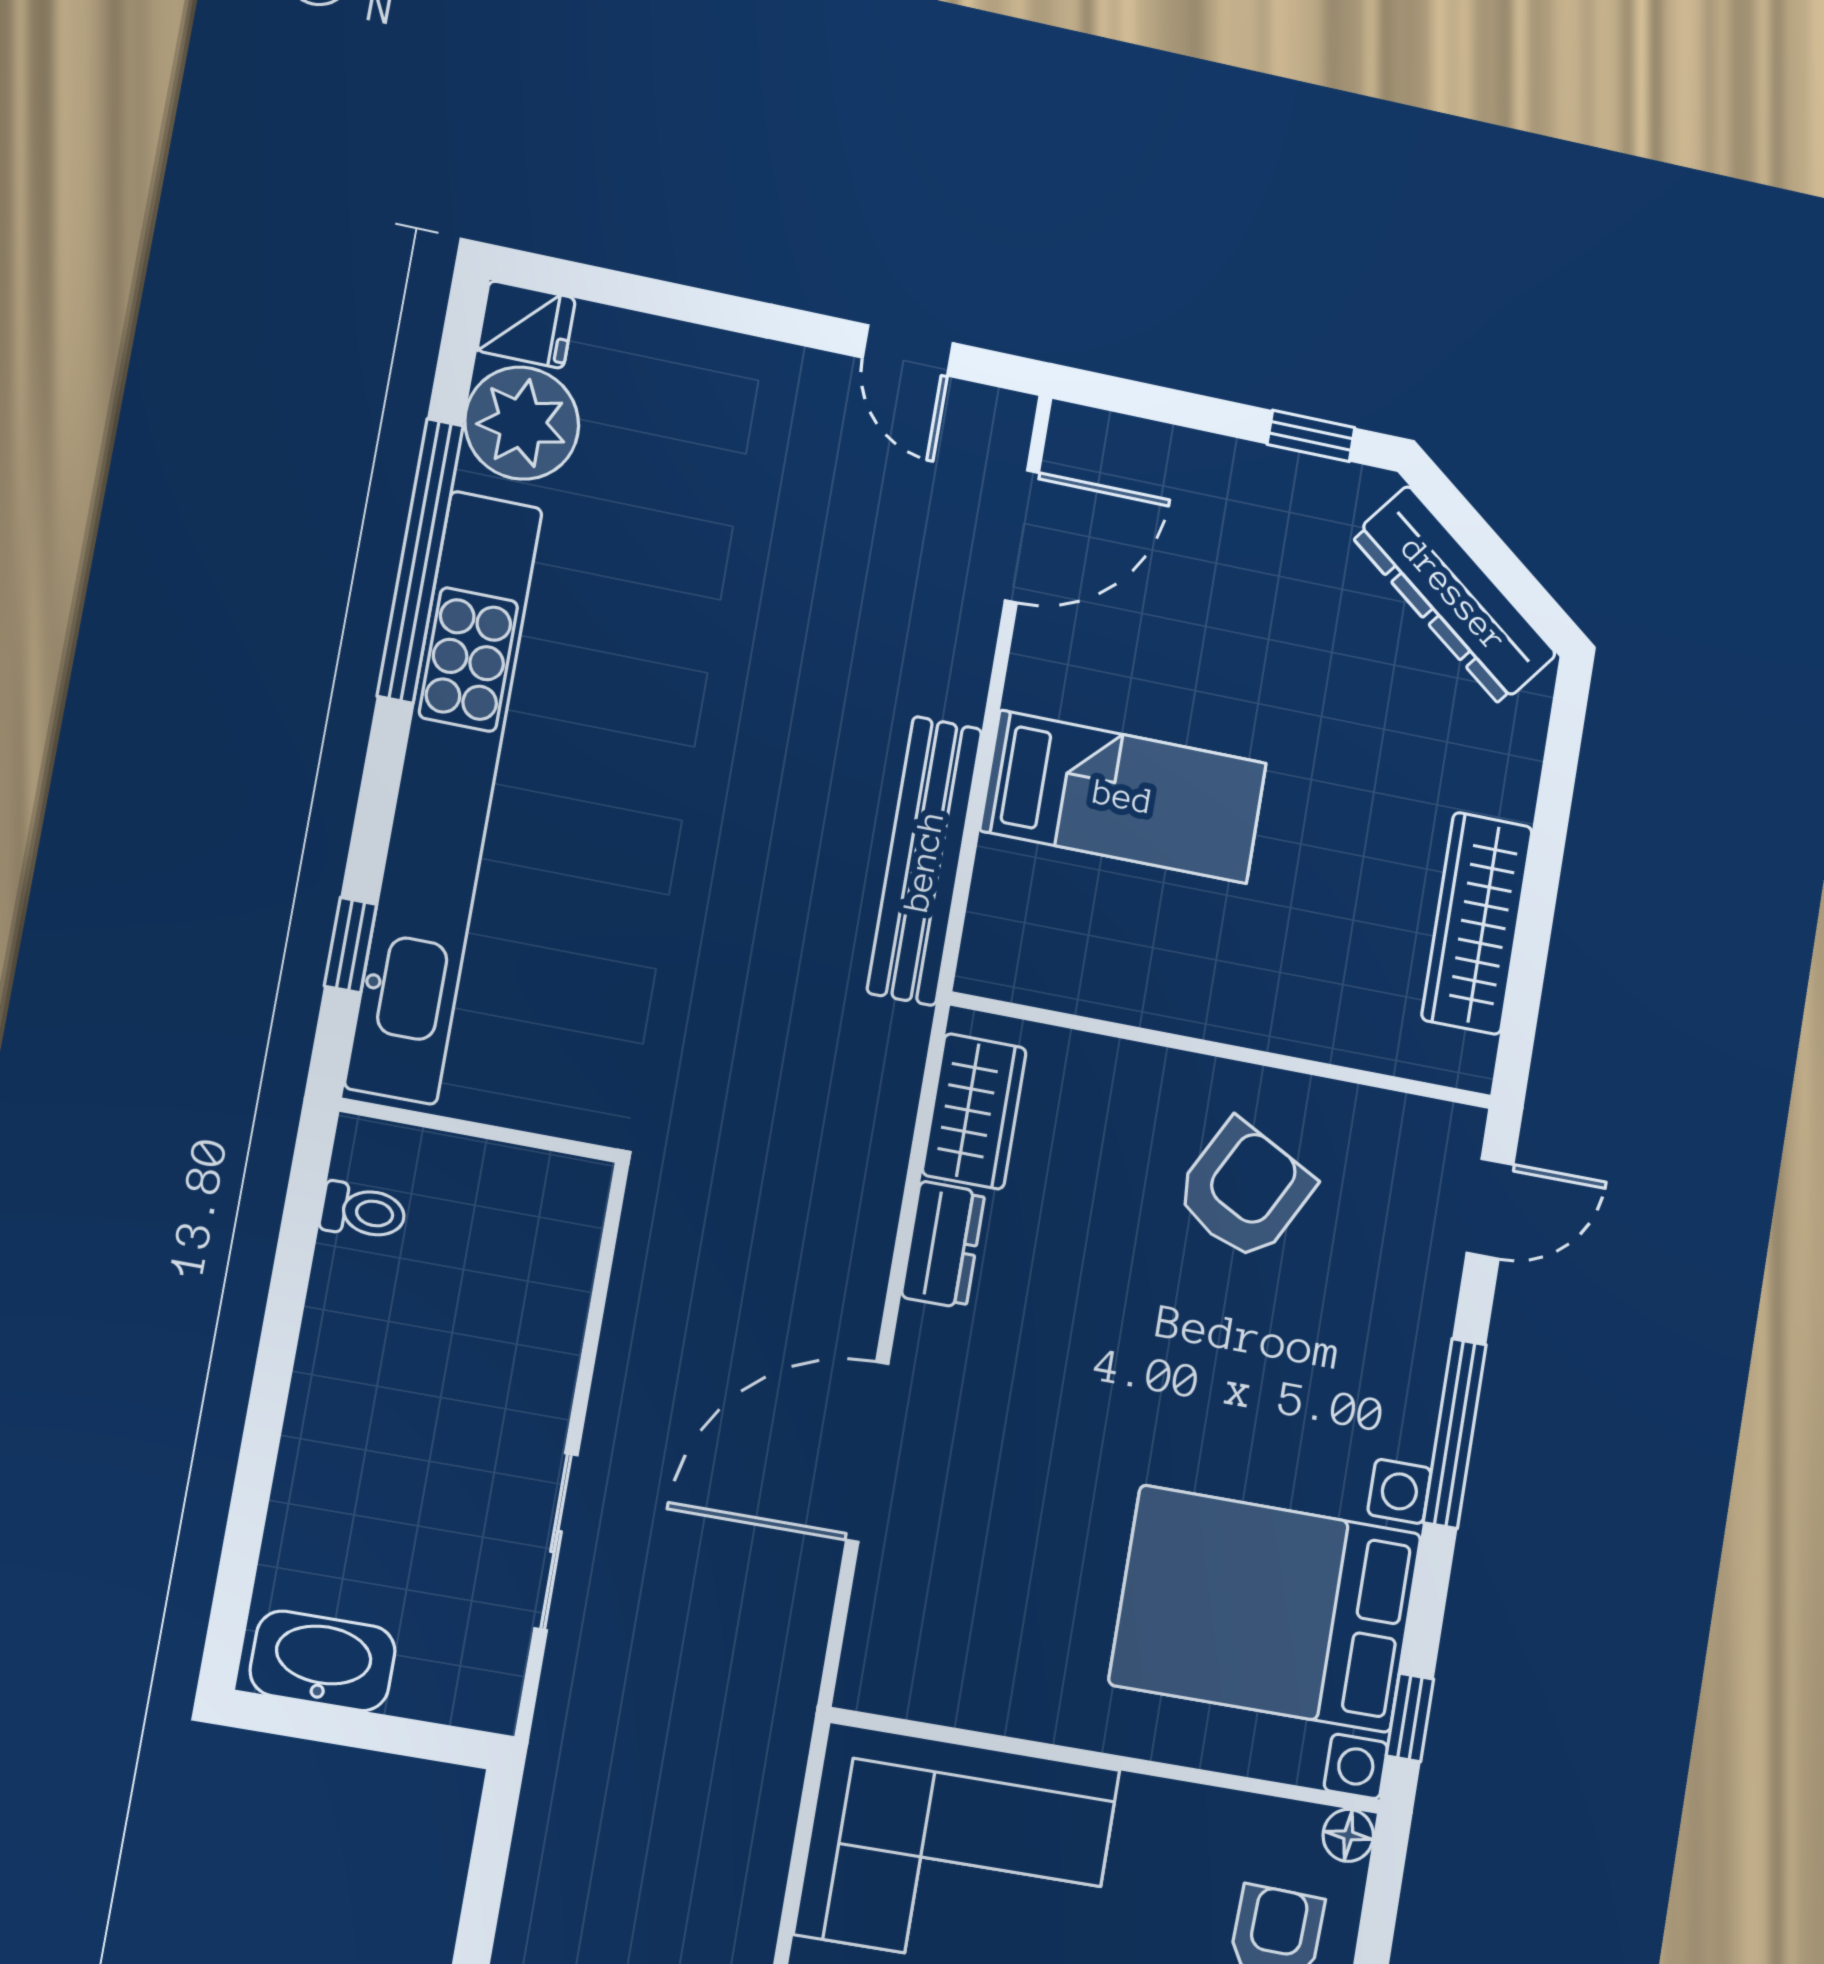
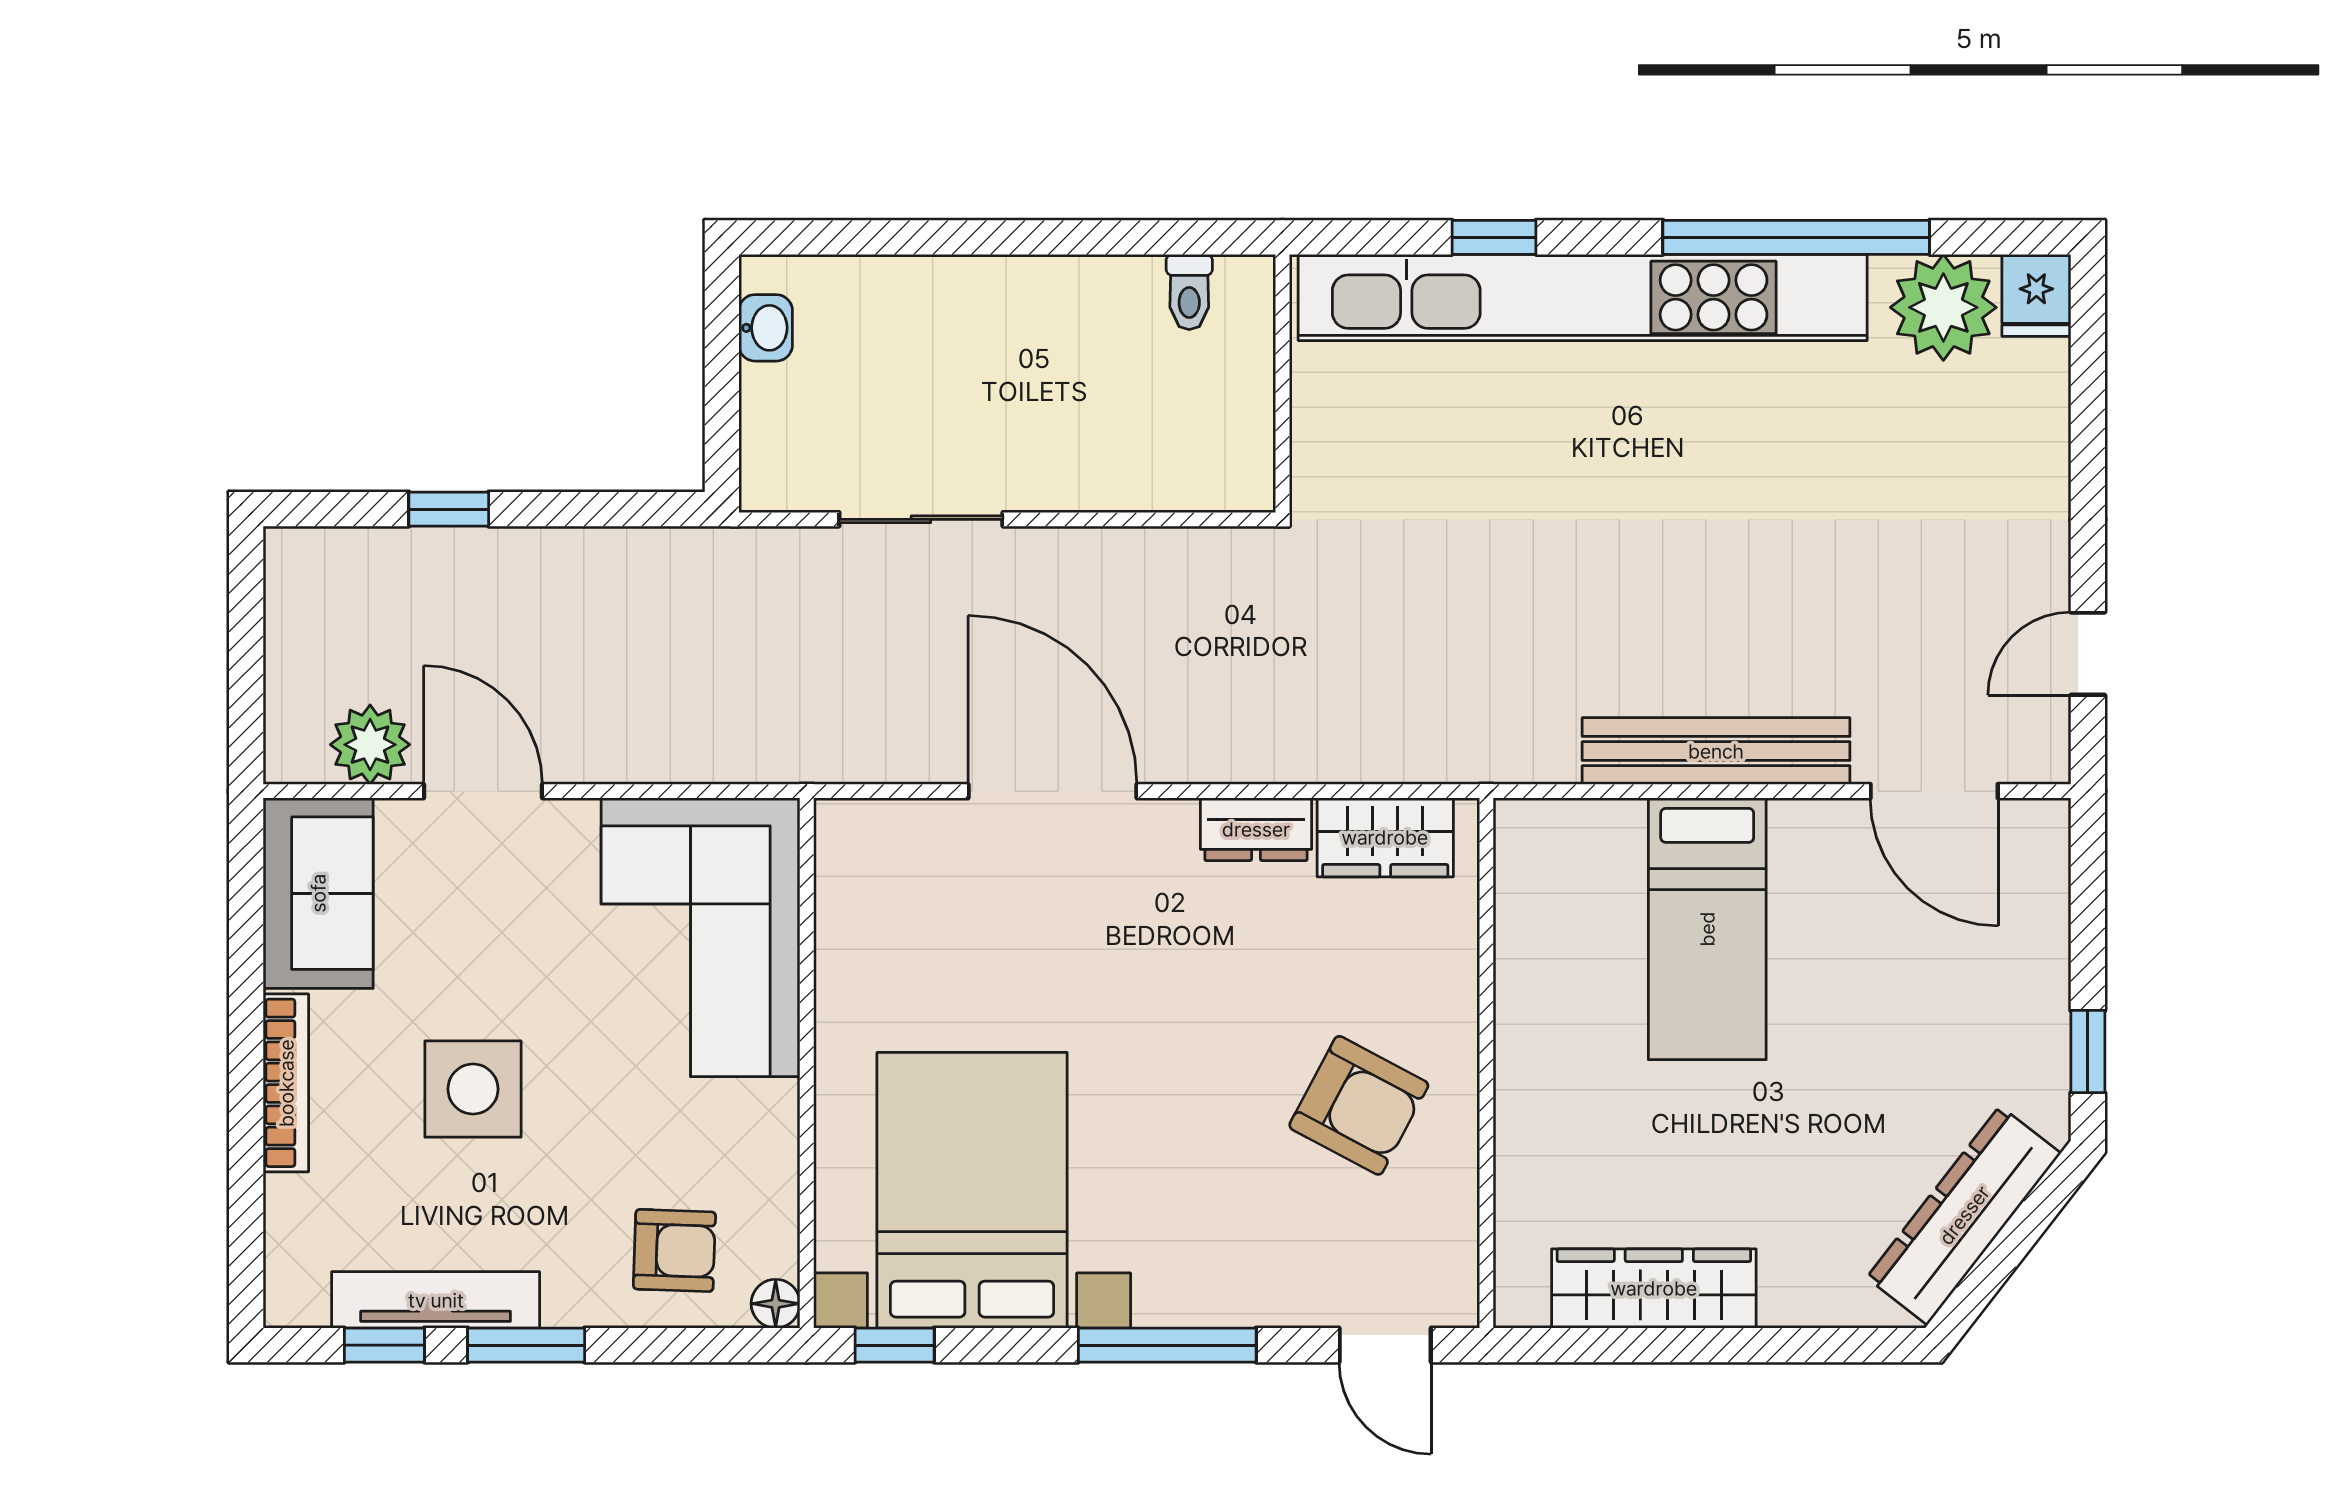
bench: (924, 861) -> (1716, 751), moved
window: (351, 945) -> (1494, 237), moved
washbasin: (323, 1661) -> (766, 328), width x0.52, depth x0.69

